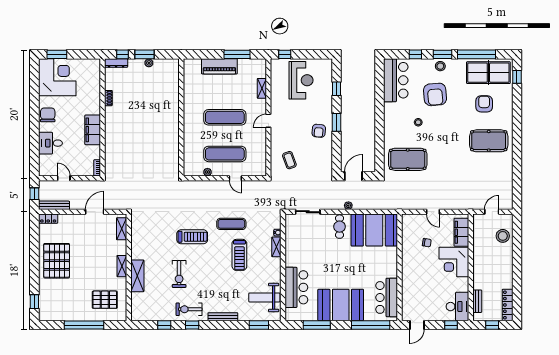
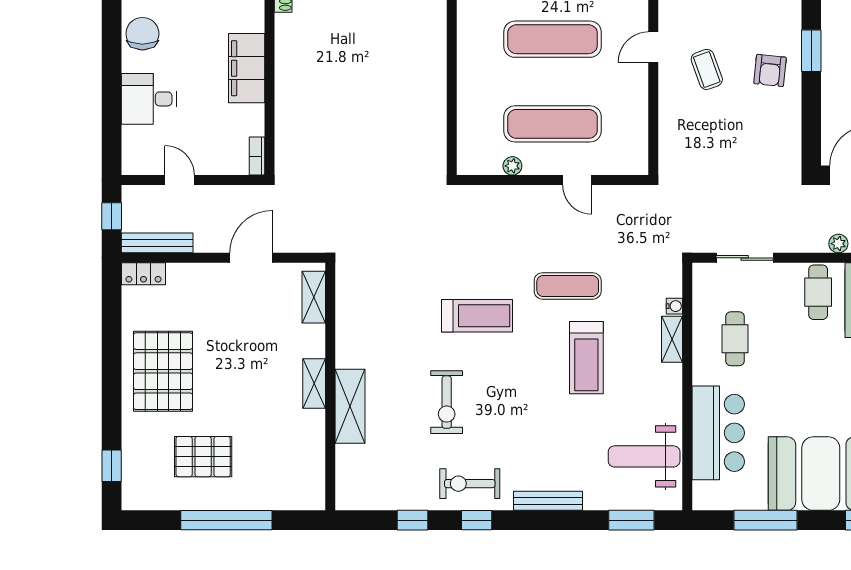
coffee table: (289, 160) -> (707, 69), moved
cafe table: (304, 247) -> (735, 339), added
pallet: (105, 300) -> (203, 457), moved

